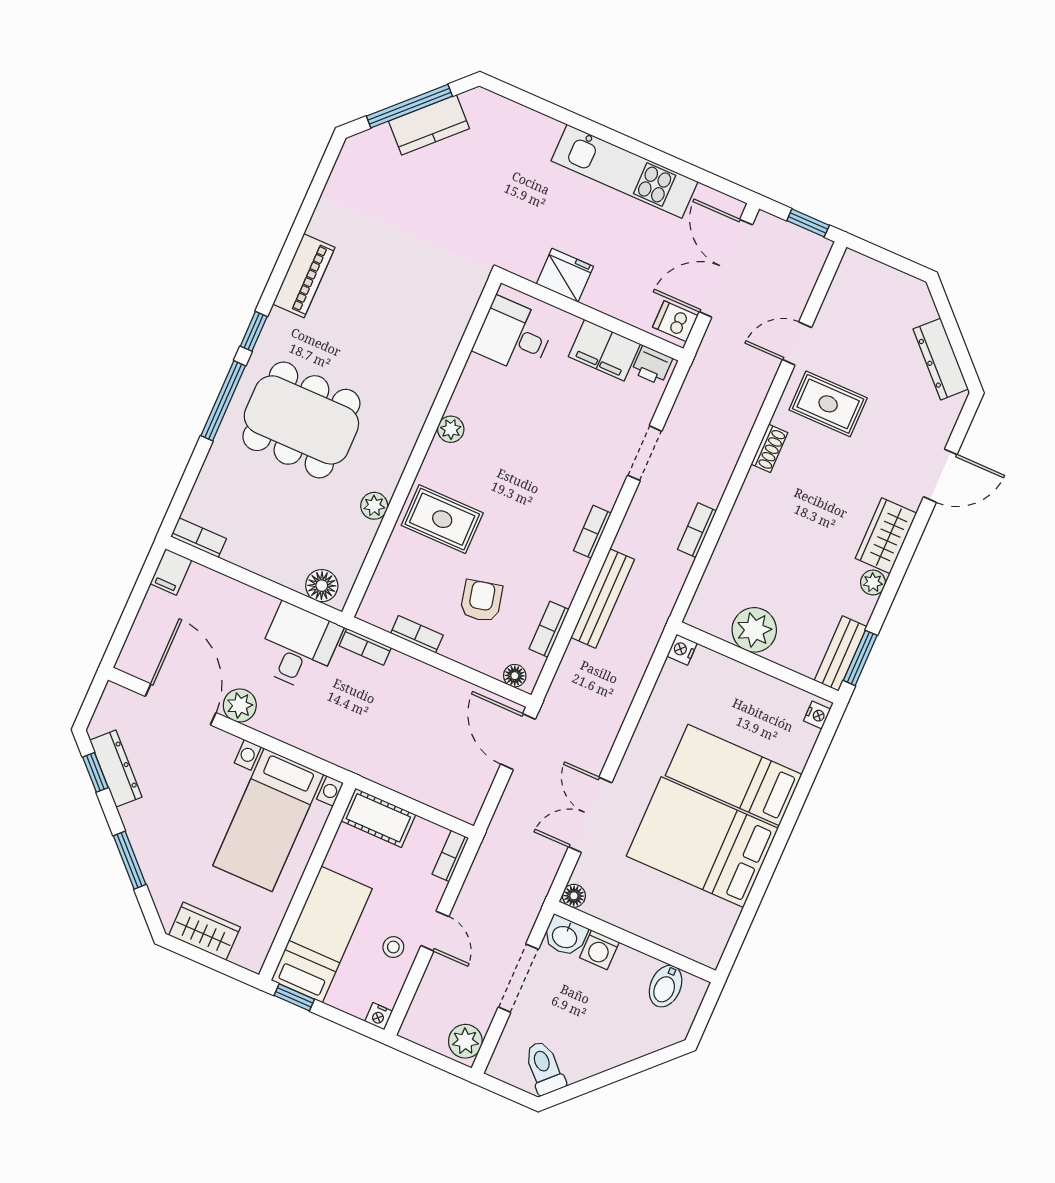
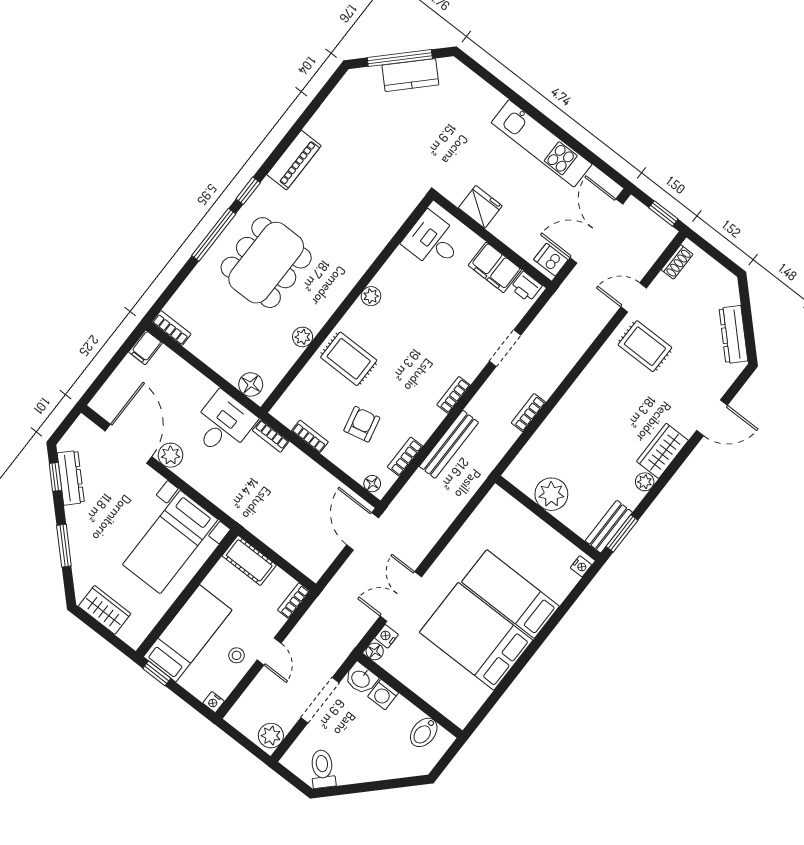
dining table: (301, 420) -> (266, 263), turned 90
shoe rack: (769, 448) -> (677, 262), moved
nightstand: (682, 650) -> (386, 636), moved

